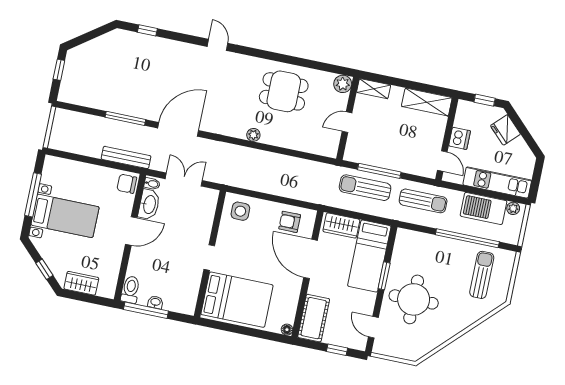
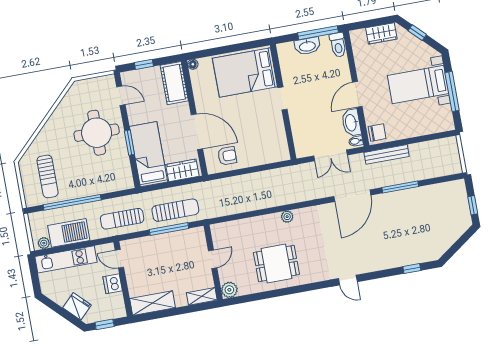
side table: (240, 211) -> (272, 148), removed
washbasin: (155, 302) -> (307, 46), width x1.91, depth x1.45

